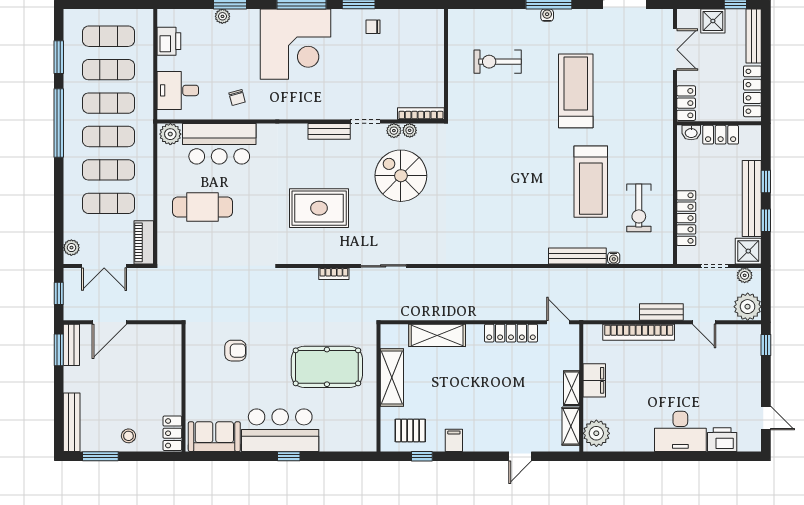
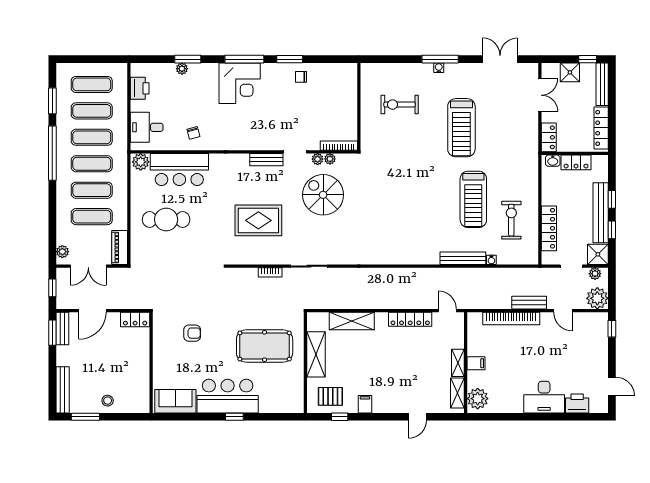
corner desk: (295, 44) -> (240, 83), width x0.74, depth x0.74
treadmill: (576, 91) -> (461, 128), turned 180
exercise bike: (639, 208) -> (511, 220), turned 180
filing cabinet: (594, 380) -> (476, 363), width x0.50
locker: (172, 433) -> (135, 319), moved, turned -90

